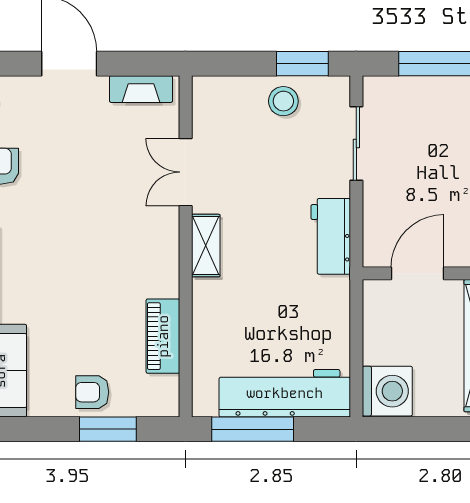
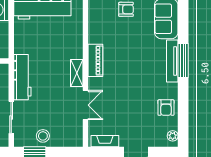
workbench: (331, 236) -> (22, 77), width x1.38
piano: (163, 336) -> (95, 60), moved

